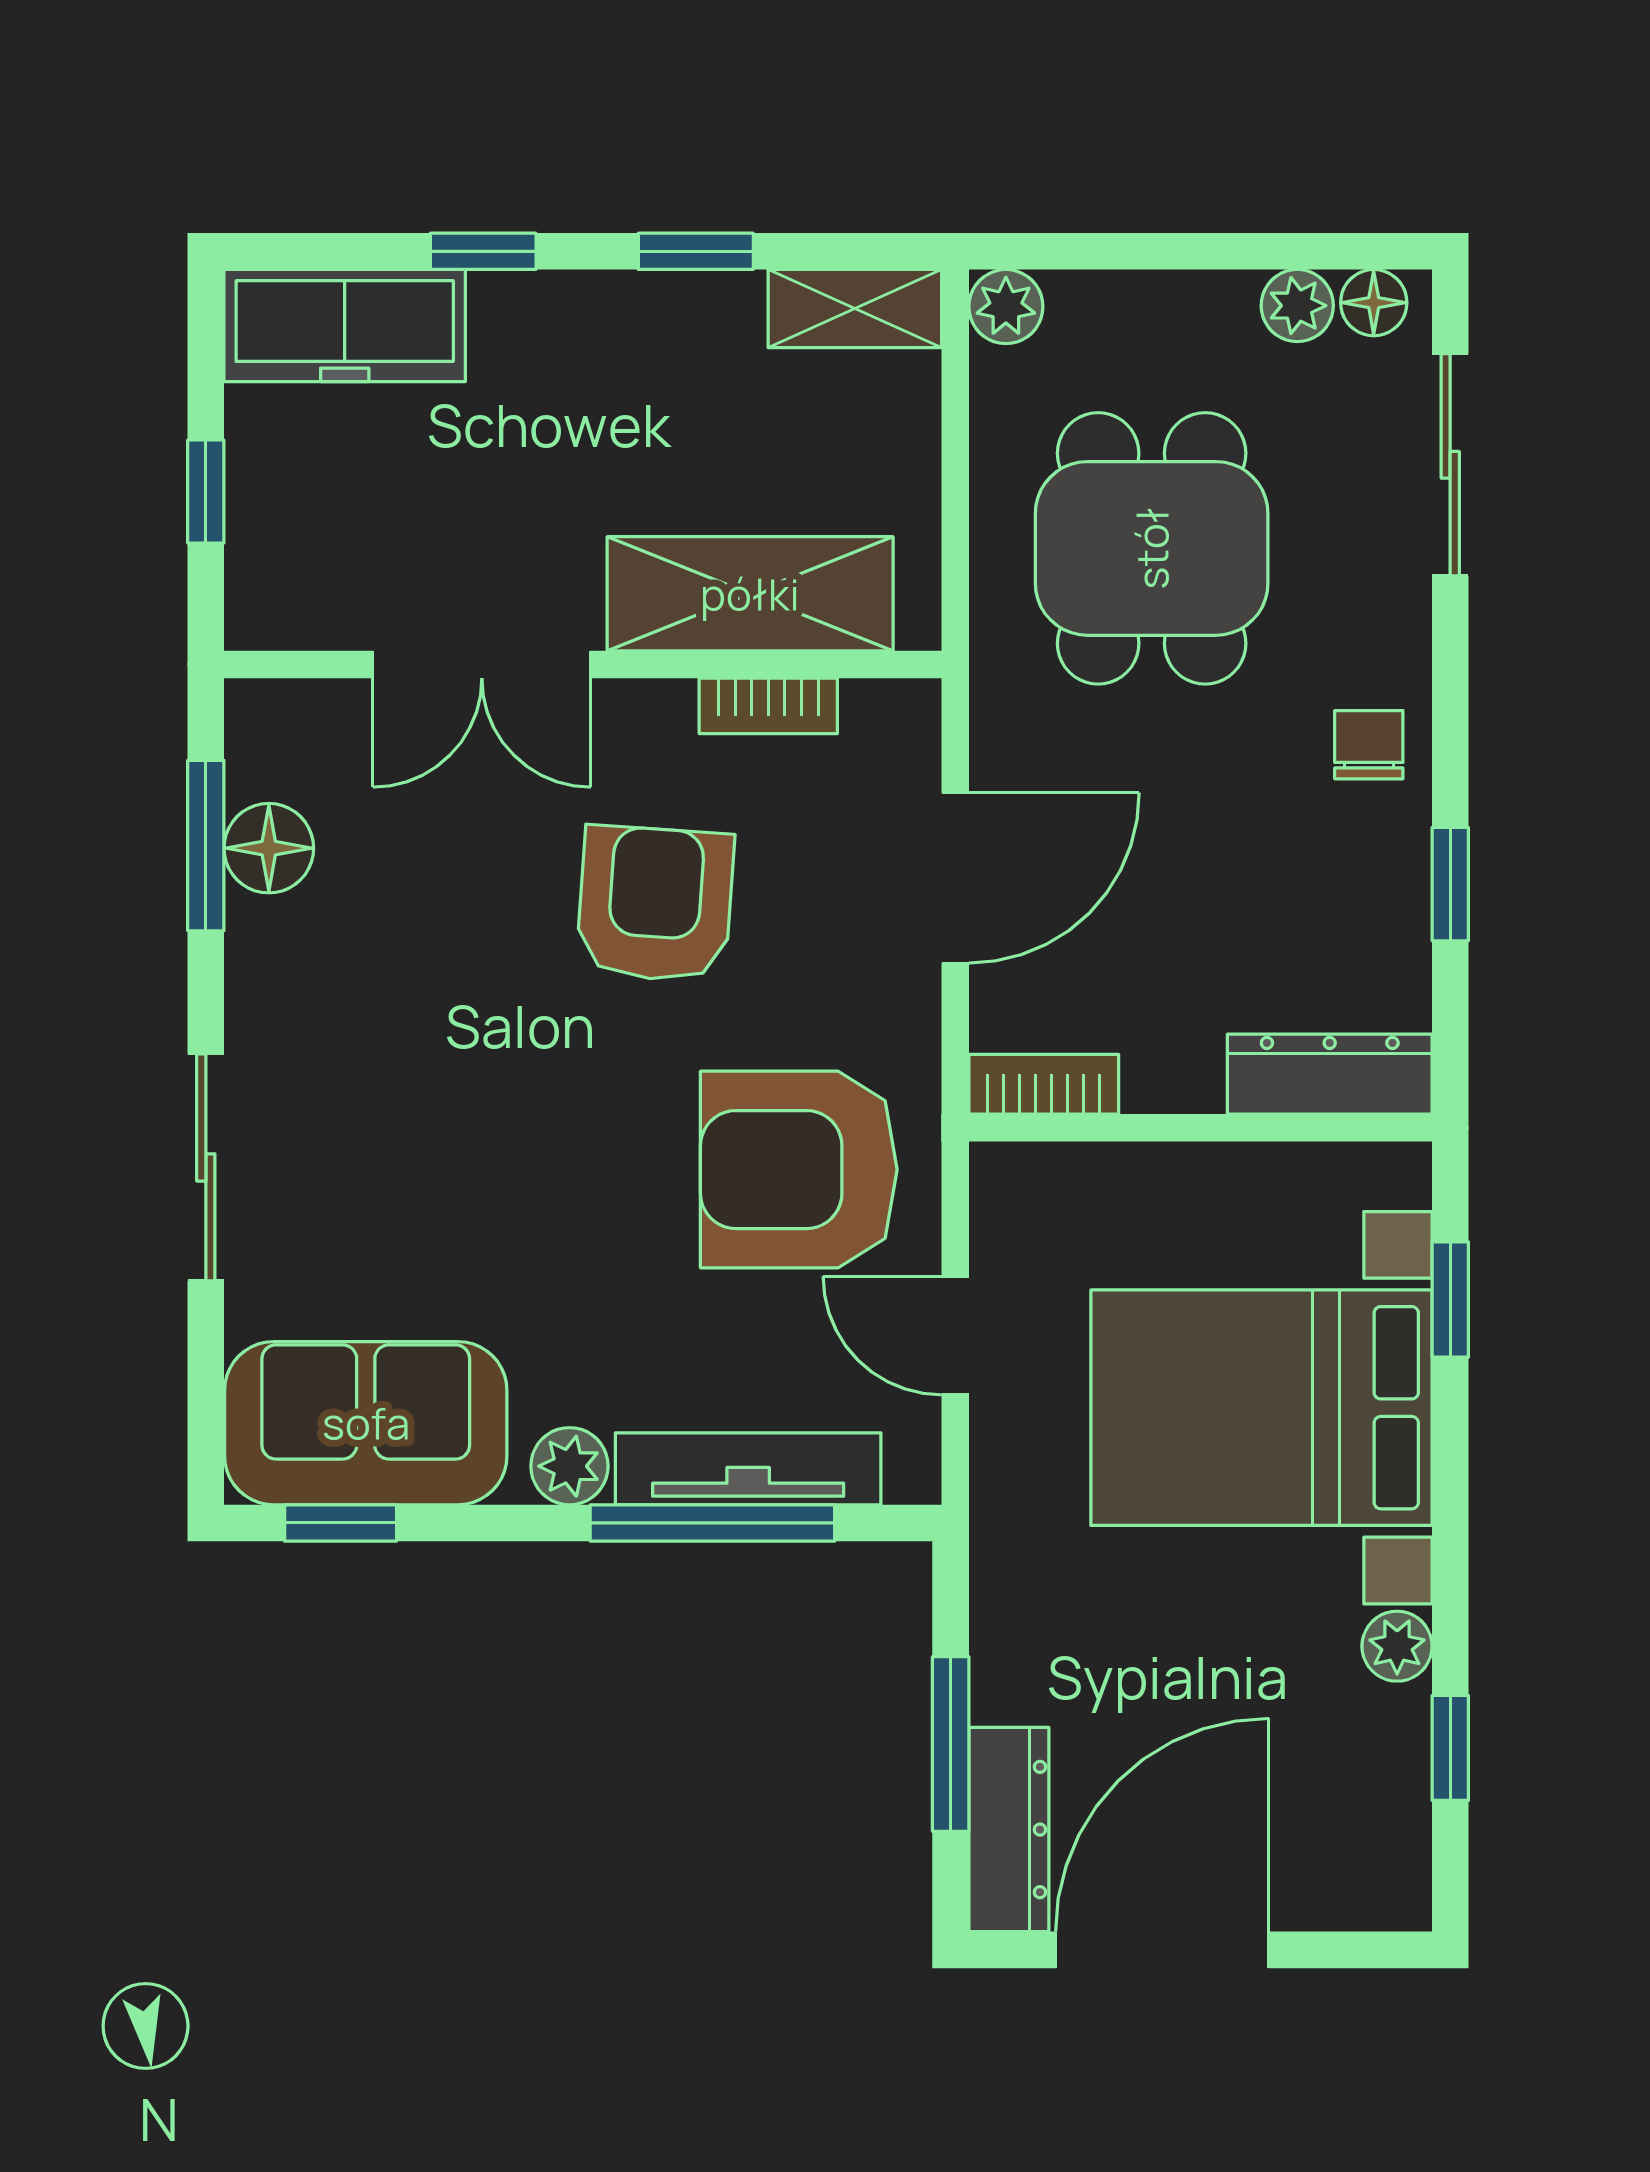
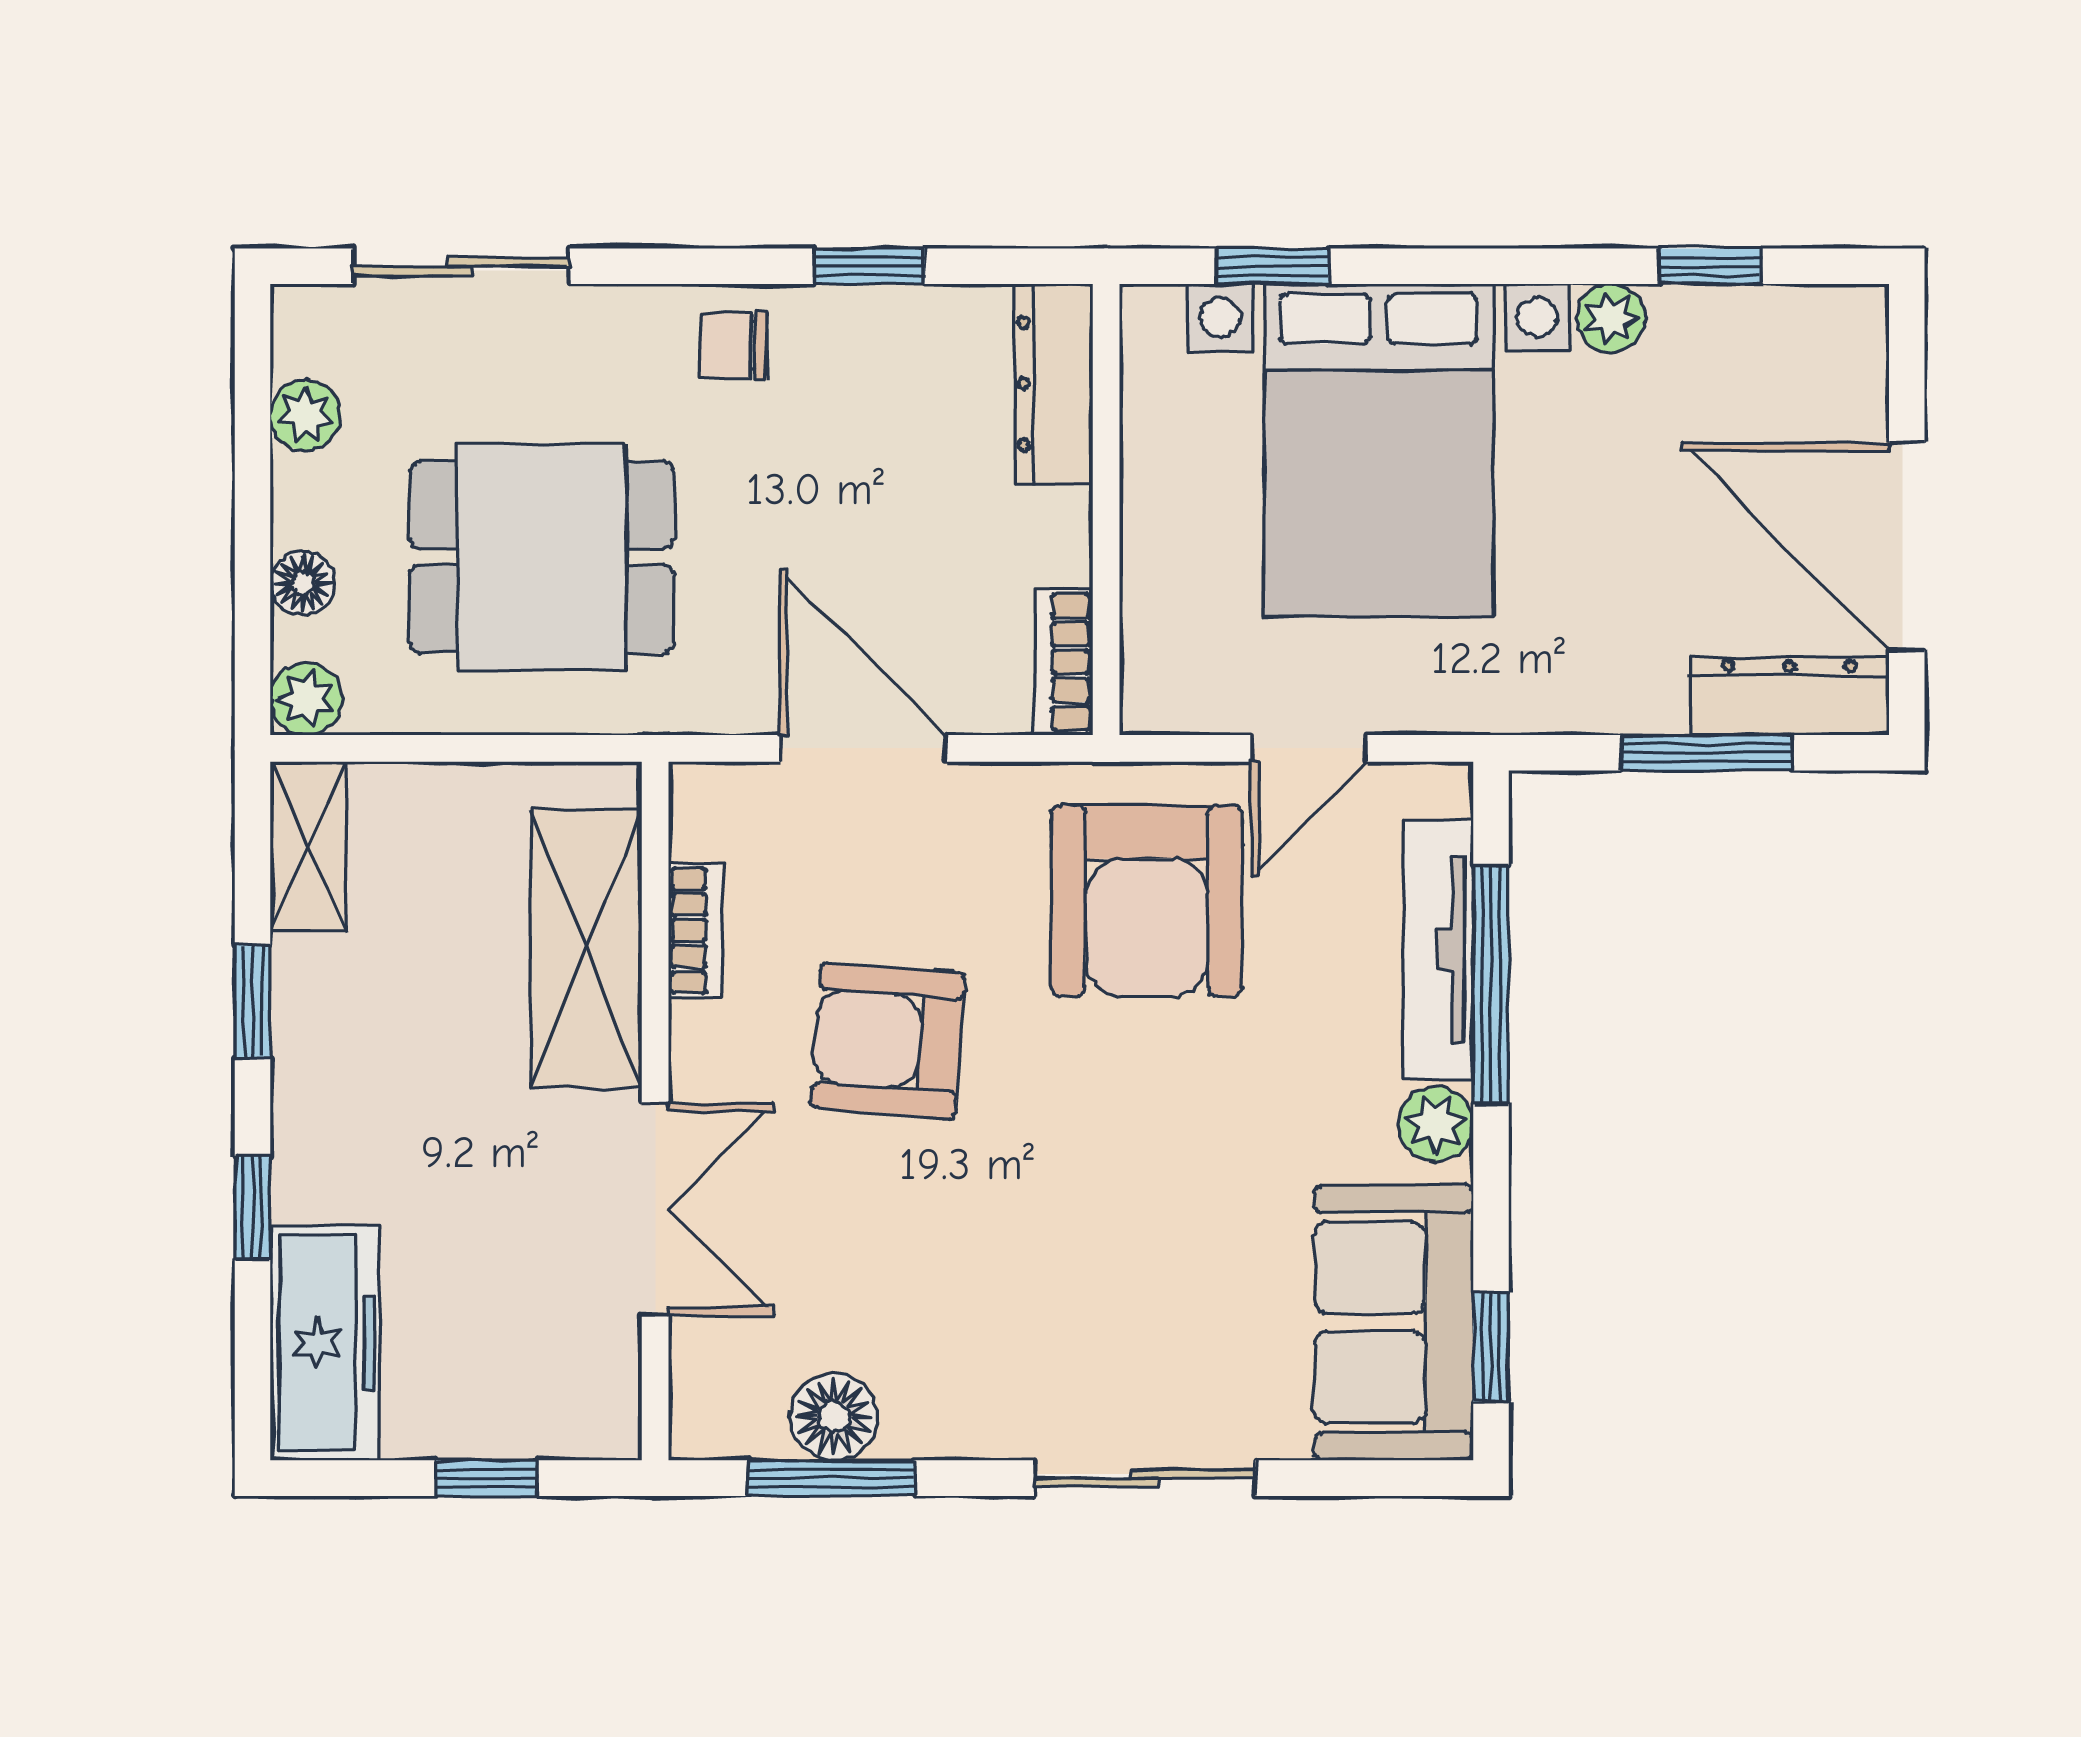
floor lamp: (1374, 303) -> (302, 583), moved

